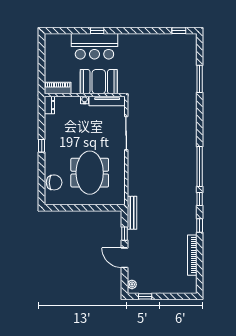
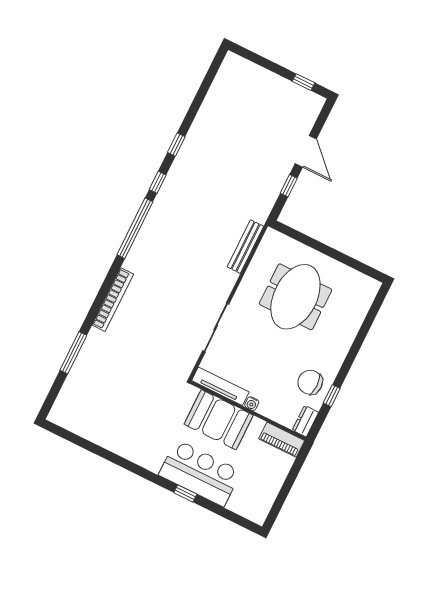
window: (179, 31) -> (69, 436), removed
window: (42, 146) -> (332, 396), moved
chair: (54, 182) -> (310, 382), moved
bench: (132, 213) -> (245, 247), moved
bookcase: (192, 255) -> (113, 300), moved
plant: (132, 284) -> (314, 108), removed

